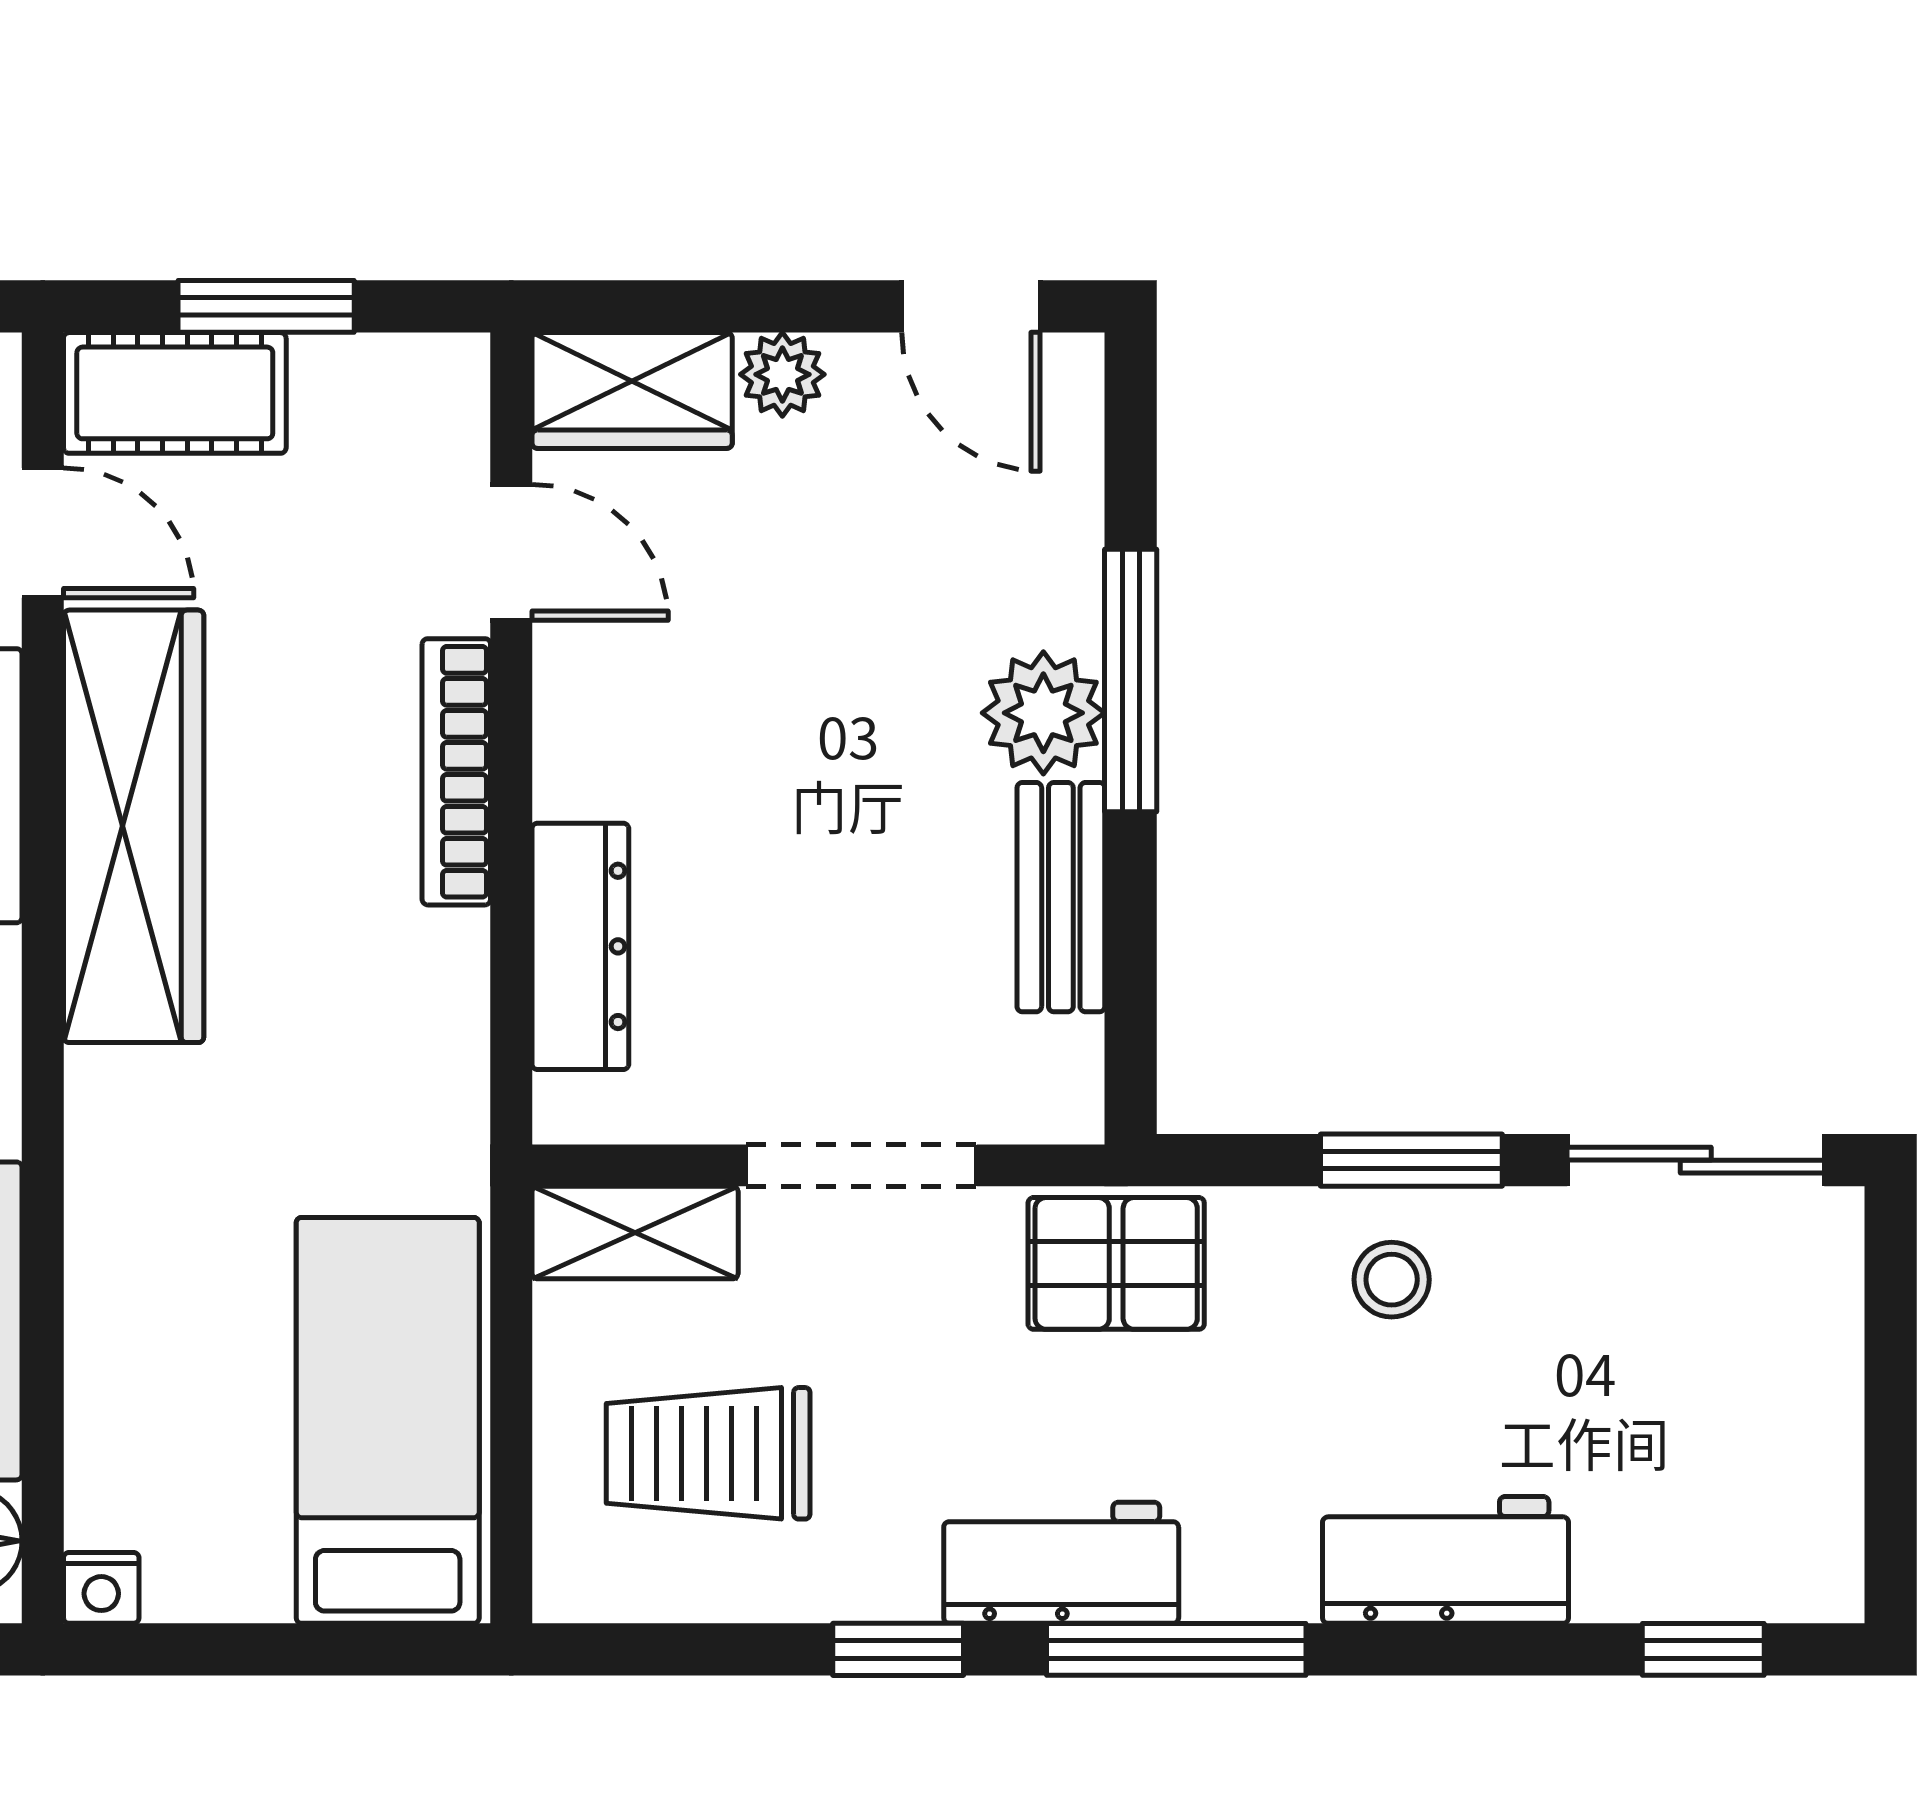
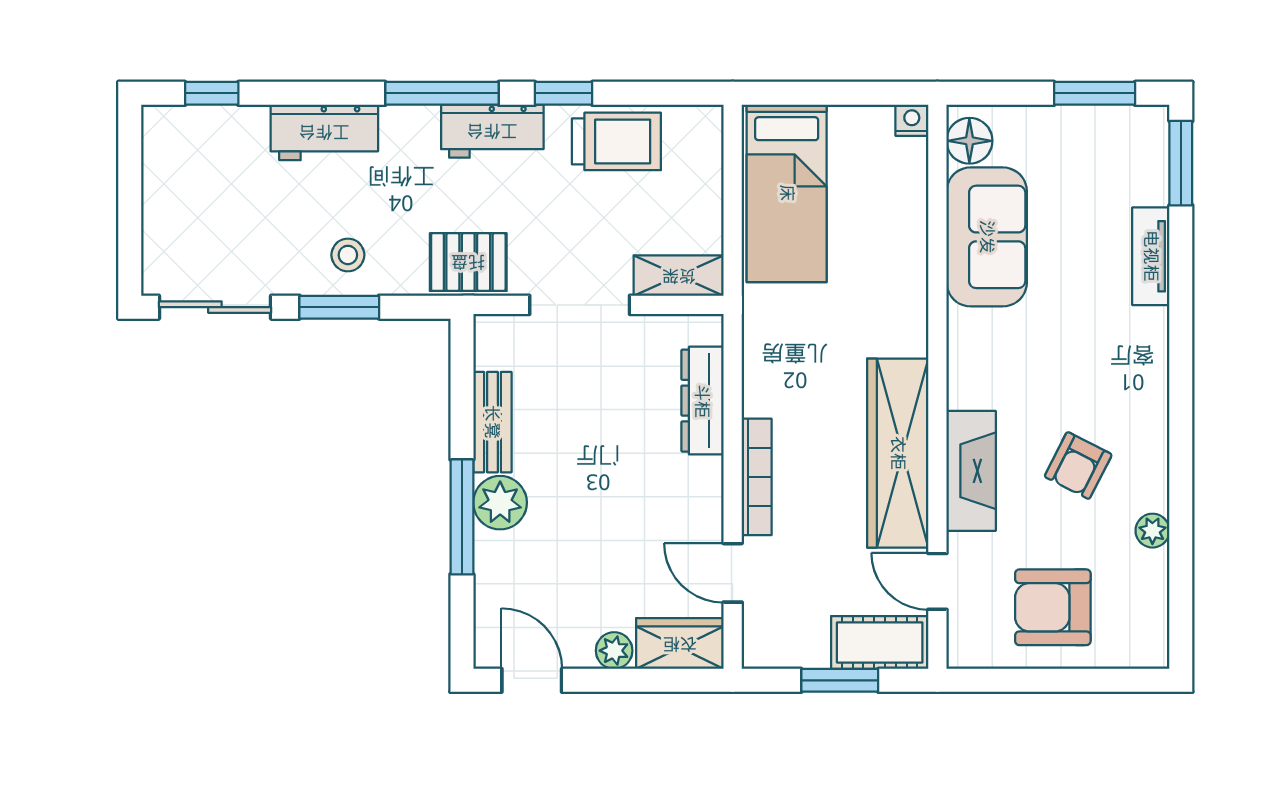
trolley: (708, 1453) -> (616, 141), moved

